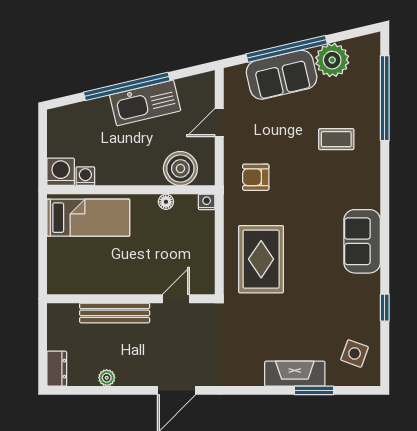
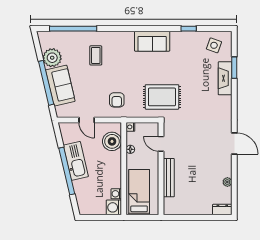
wall: (131, 299) -> (161, 169), moved
door: (176, 299) -> (161, 144), moved
bench: (115, 313) -> (169, 178), moved

